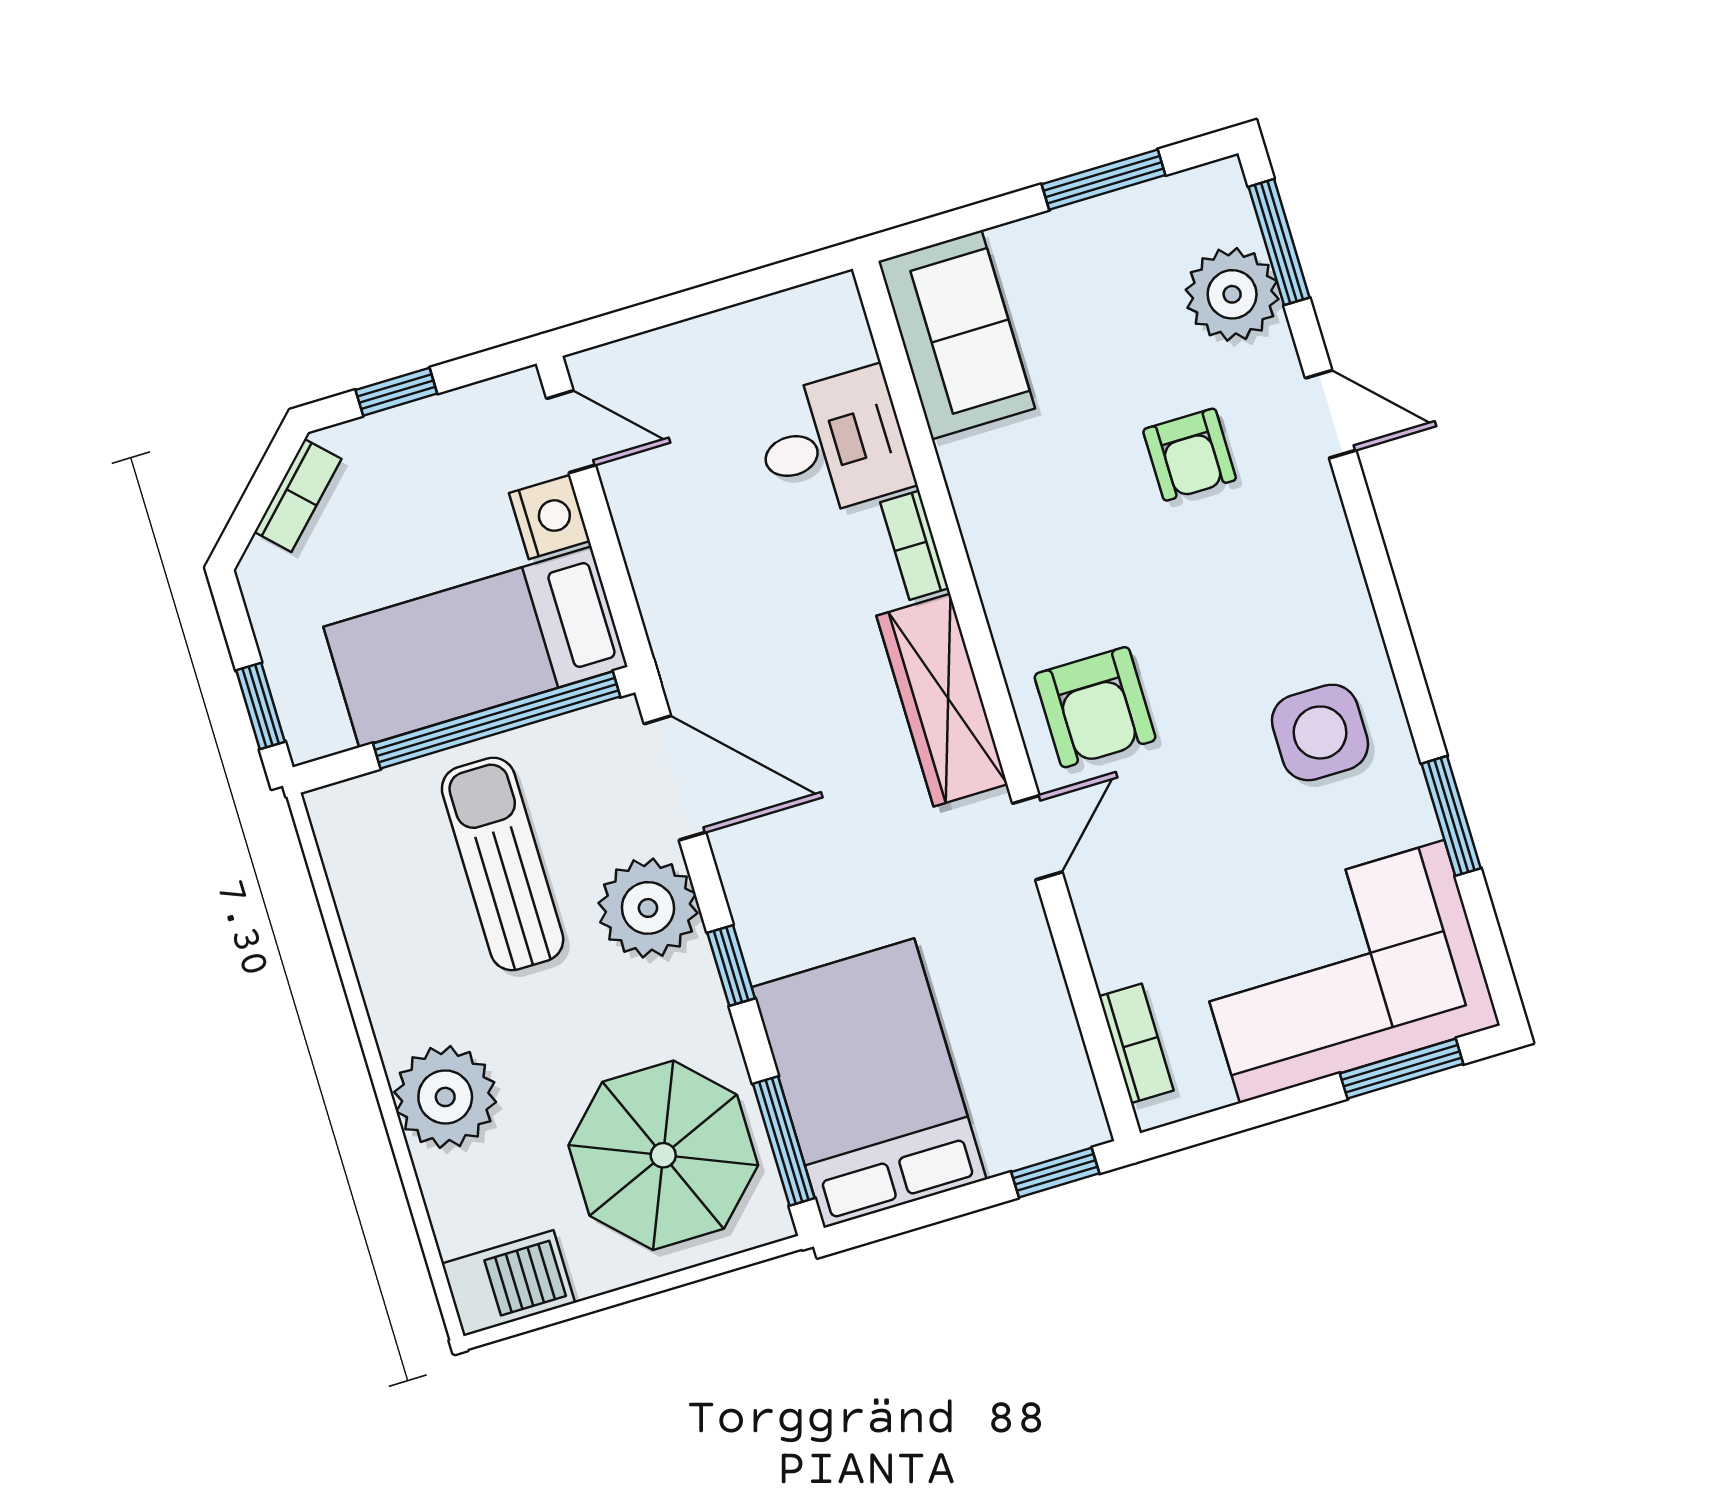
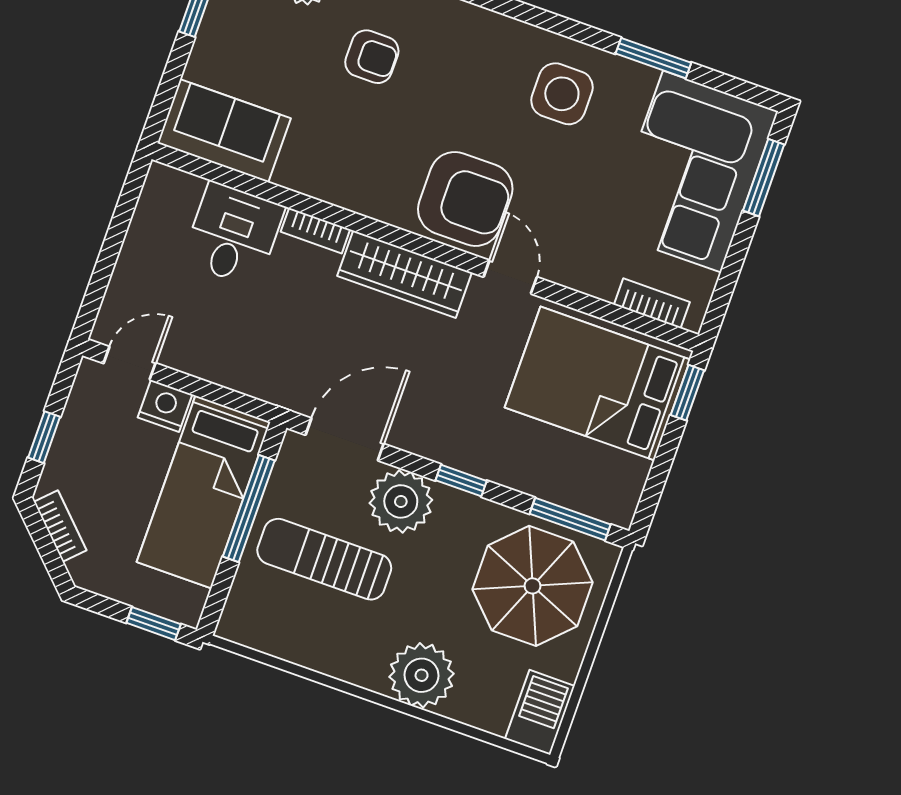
armchair: (1095, 707) -> (465, 199), width x1.36, depth x1.36
window: (497, 720) -> (249, 509), width x0.68
bed: (869, 1083) -> (598, 384), moved

